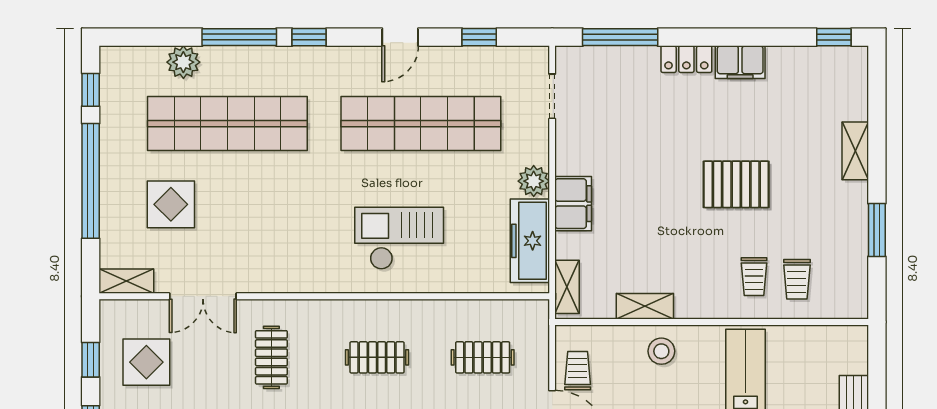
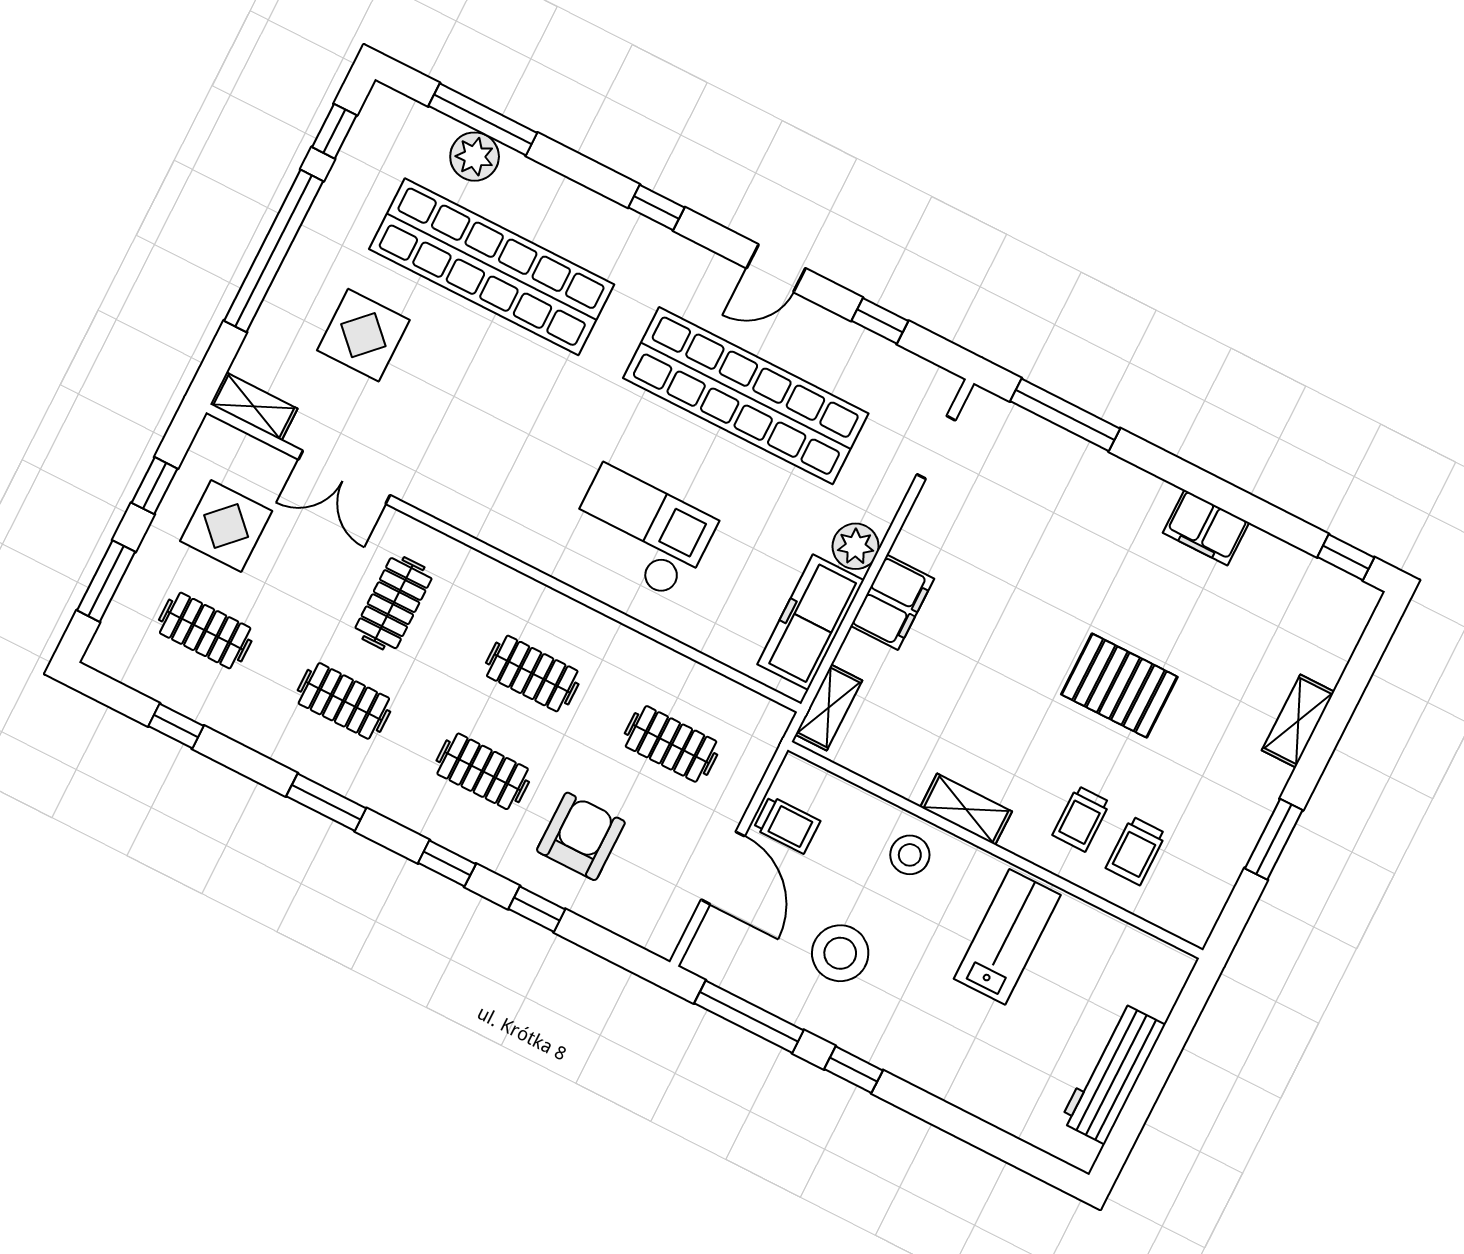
window: (239, 37) -> (483, 119), moved
locker: (686, 59) -> (1137, 488), removed
shelving: (645, 306) -> (966, 809), moved
trolley: (578, 371) -> (787, 825), turned 90

